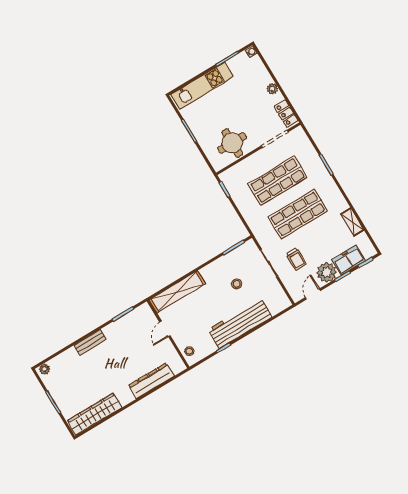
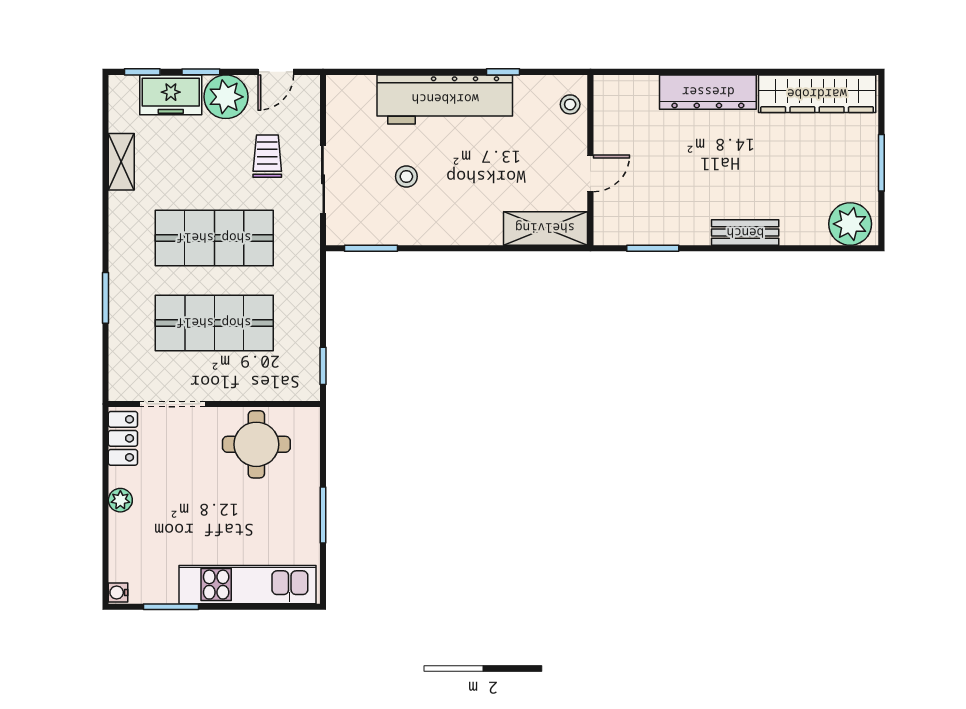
shelving: (177, 292) -> (545, 228), width x0.68
plant: (44, 369) -> (850, 224), width x1.88, depth x1.88
dresser: (151, 381) -> (708, 92), moved

